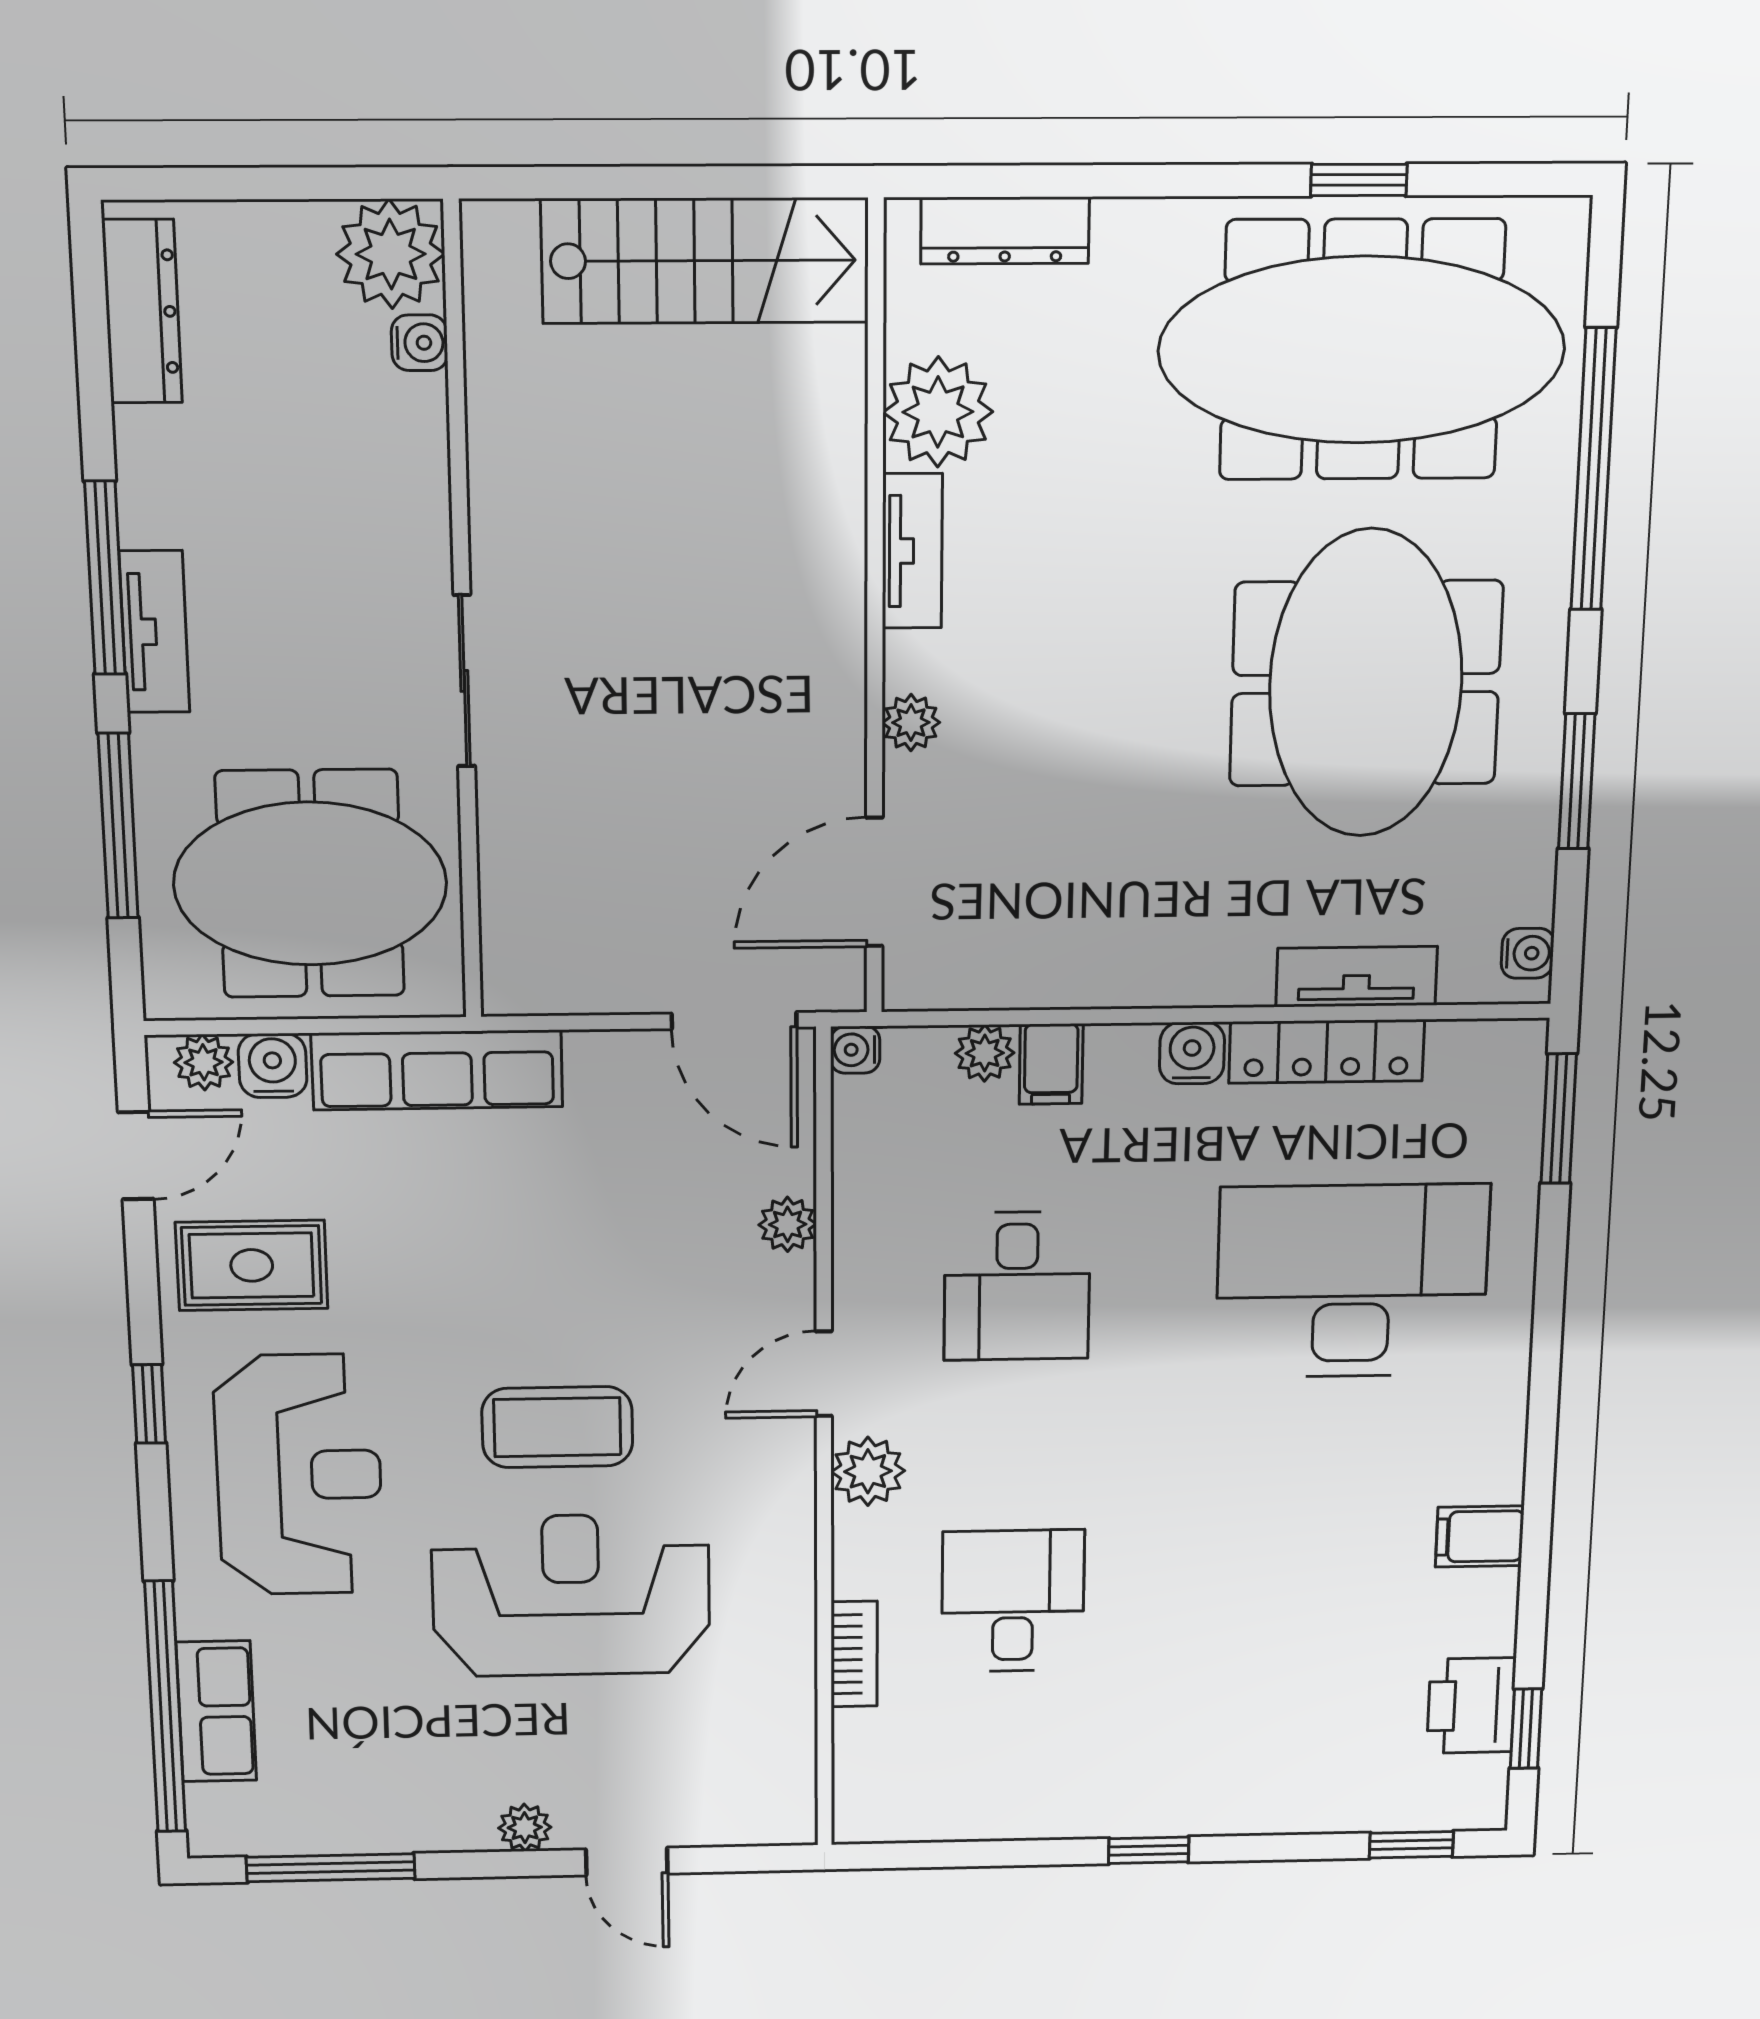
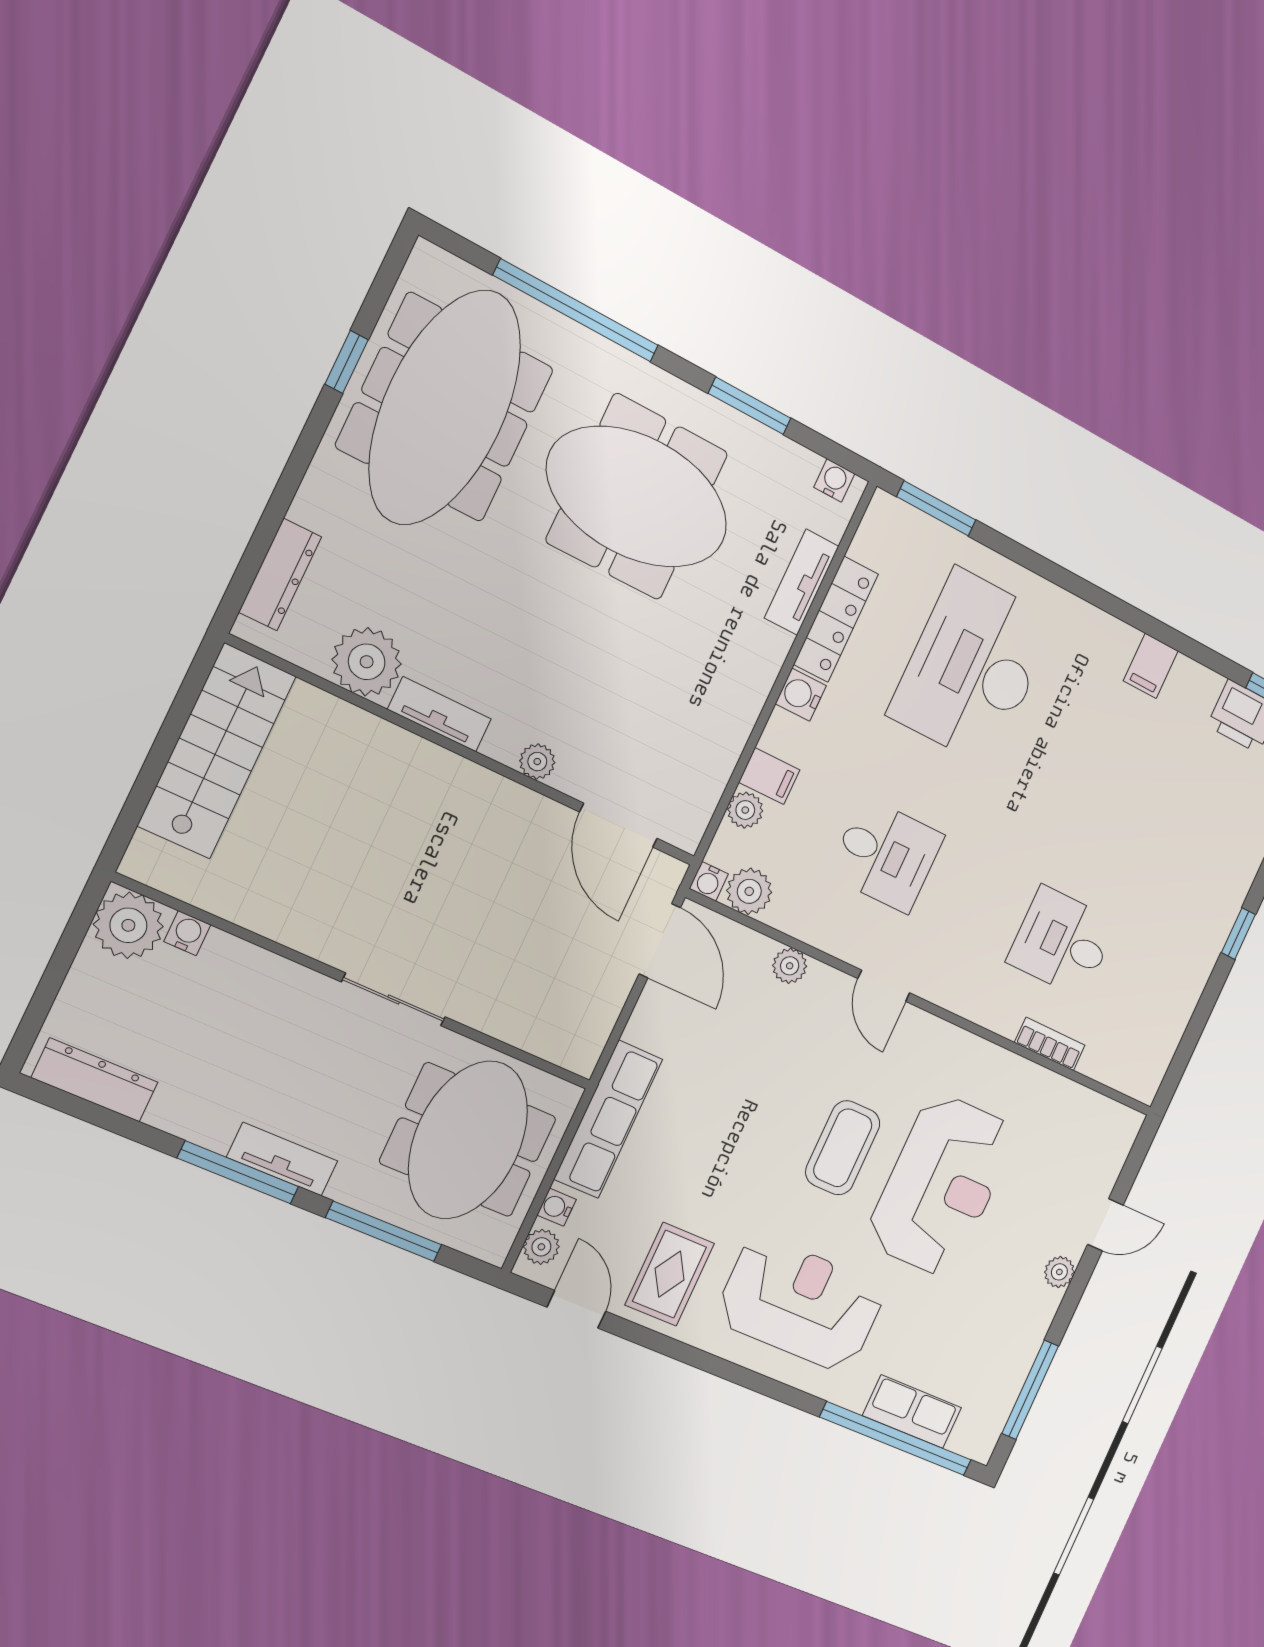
door: (734, 1021) -> (660, 941), hinge flipped
water cooler: (273, 1065) -> (557, 1207), width x0.72, depth x0.72
window: (149, 1404) -> (721, 1368), removed
plant: (868, 1471) -> (749, 891), moved
reception desk: (571, 1595) -> (941, 1185), turned 180

